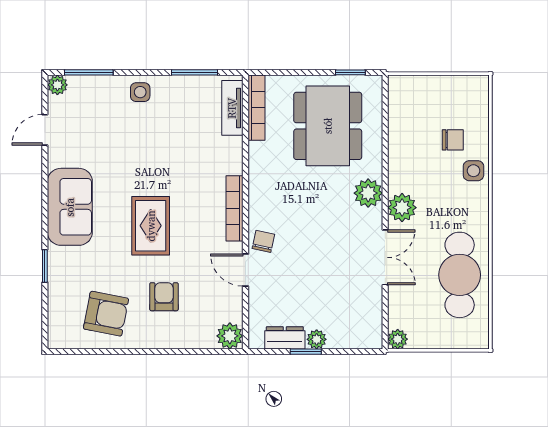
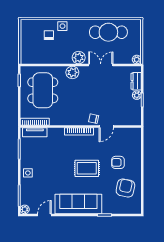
dining table: (328, 126) -> (43, 90), turned 90
door: (45, 130) -> (44, 215), swing flipped
sofa: (70, 207) -> (78, 204), width x1.36
plant: (230, 336) -> (135, 133), removed
dresser: (285, 338) -> (136, 81), moved

